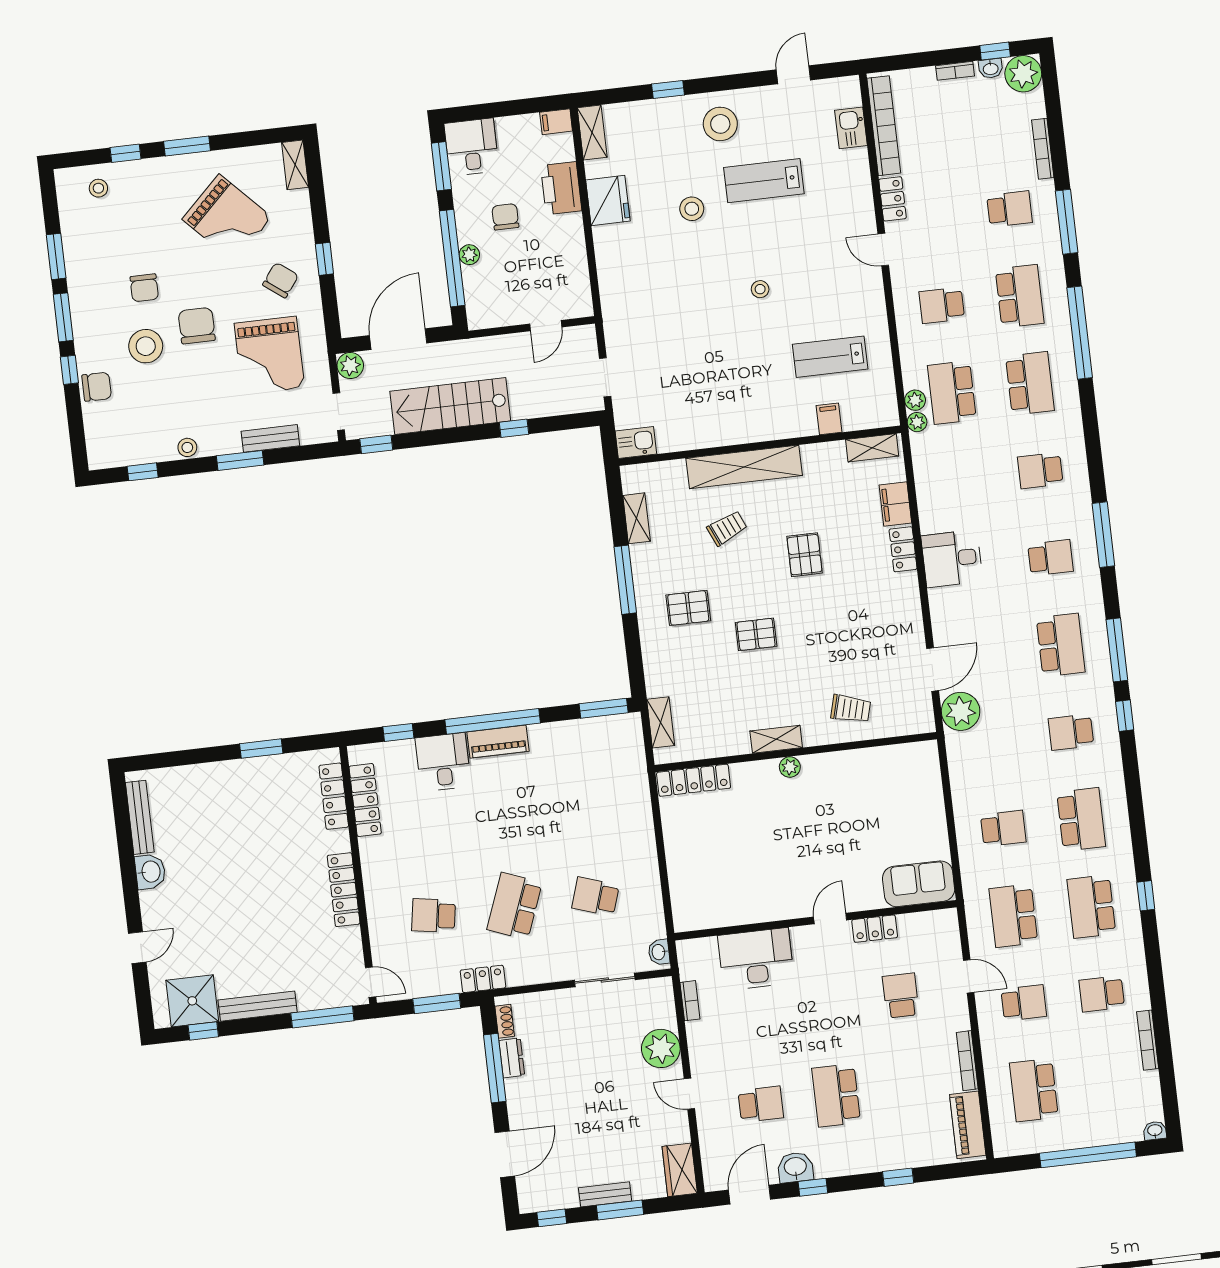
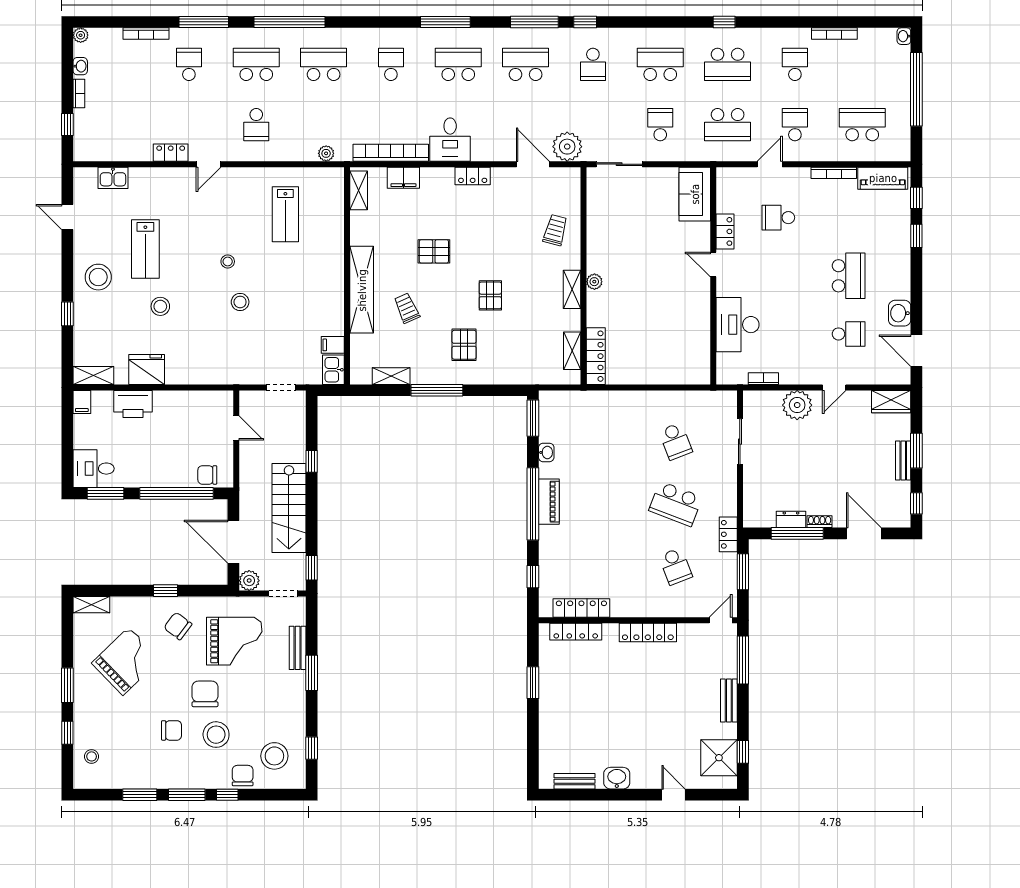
window: (995, 51) -> (67, 124), moved
plant: (1023, 74) -> (81, 35), width x0.53, depth x0.53
bookcase: (884, 126) -> (391, 153), moved
chair: (505, 217) -> (207, 475), moved
plant: (469, 255) -> (175, 480), removed
stool: (710, 311) -> (240, 302), added
chair: (197, 326) -> (205, 694), turned 90
school desk: (952, 393) -> (324, 125), removed
filing cabinet: (829, 419) -> (333, 345), moved
plant: (917, 422) -> (343, 154), removed
stool: (187, 447) -> (274, 756), moved, width x1.89, depth x1.89
school desk: (1040, 471) -> (391, 64), turned 180
locker: (903, 549) -> (473, 176), moved
school desk: (1050, 558) -> (458, 64), width x1.85
shelving: (661, 722) -> (572, 351), moved, turned 90
desk: (443, 762) -> (559, 545), removed
sliding door: (946, 781) -> (619, 164), added
bench: (140, 817) -> (574, 781), width x0.73
school desk: (595, 896) -> (676, 441), turned -39
school desk: (434, 916) -> (676, 566), turned -30
washbasin: (659, 952) -> (546, 452), moved, turned -90
school desk: (1102, 994) -> (795, 64), turned 180
bench: (258, 1006) -> (729, 701), width x0.73
shoe rack: (505, 1021) -> (820, 522), moved
school desk: (1034, 1090) -> (862, 125), turned 180
school desk: (836, 1095) -> (849, 276), turned -90
school desk: (761, 1104) -> (849, 334), turned 90
window: (813, 1187) -> (916, 198), moved

